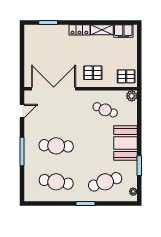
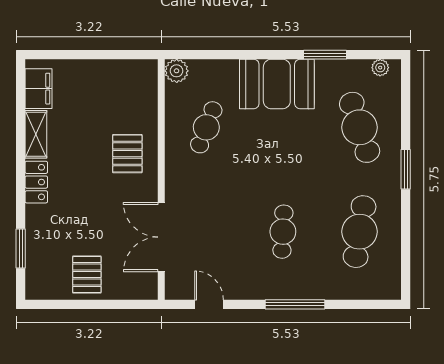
pallet: (126, 76) -> (87, 275), moved
double door: (54, 89) -> (161, 237), width x0.73
cafe table: (56, 146) -> (283, 232), width x0.73, depth x0.74

